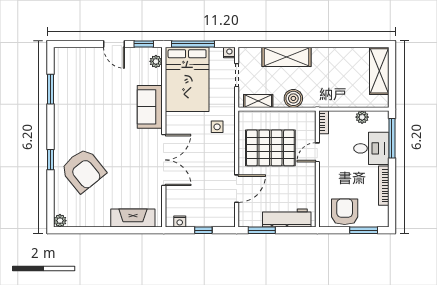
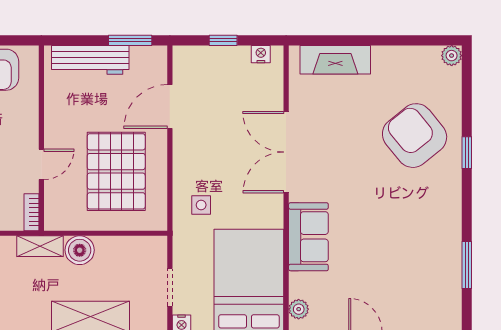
shelving: (258, 101) -> (40, 246), moved
pallet: (270, 148) -> (116, 171), turned 90

